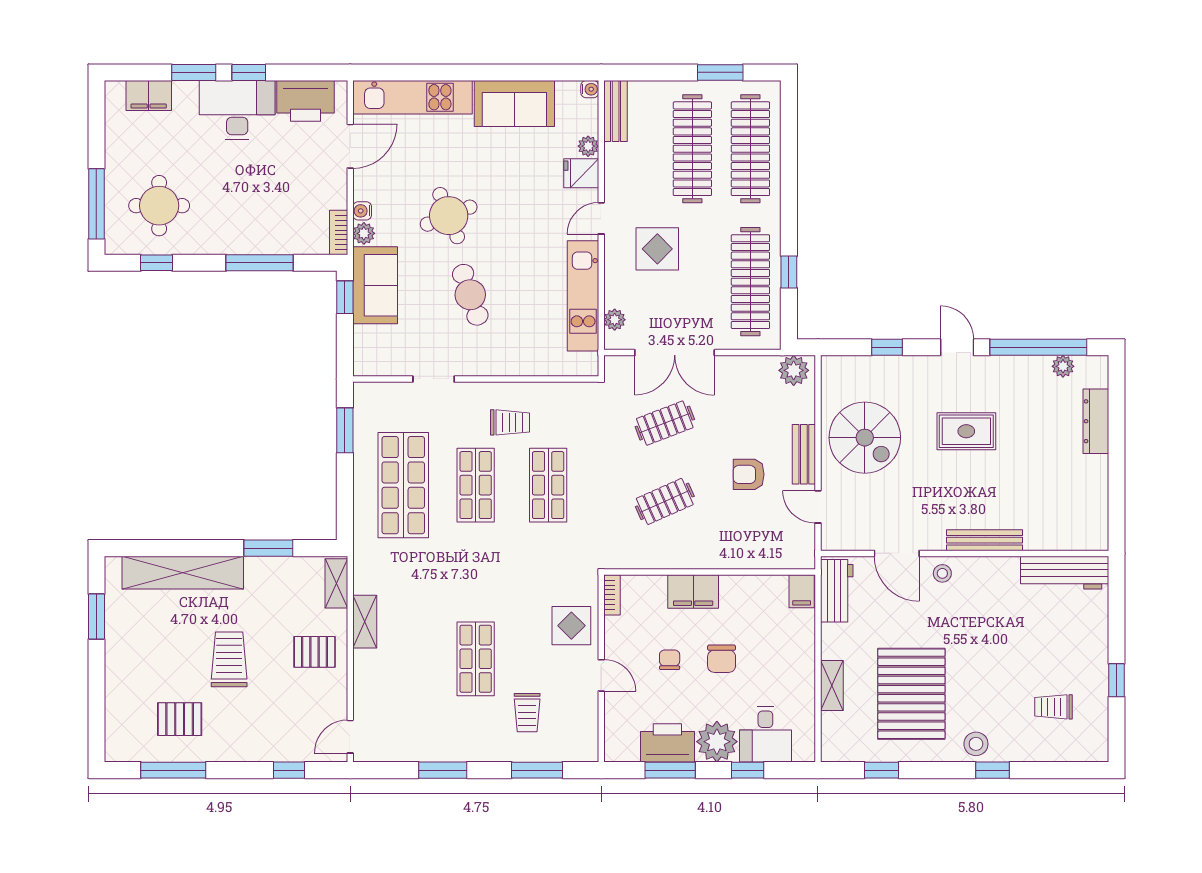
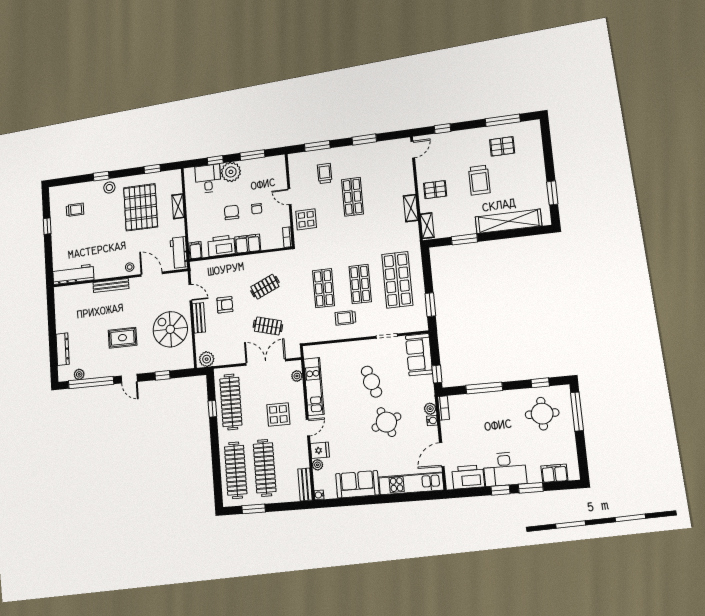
sofa: (375, 285) -> (419, 355), moved
clothes rail: (665, 423) -> (268, 326), turned 36
printer: (667, 743) -> (221, 246), moved, turned 180

